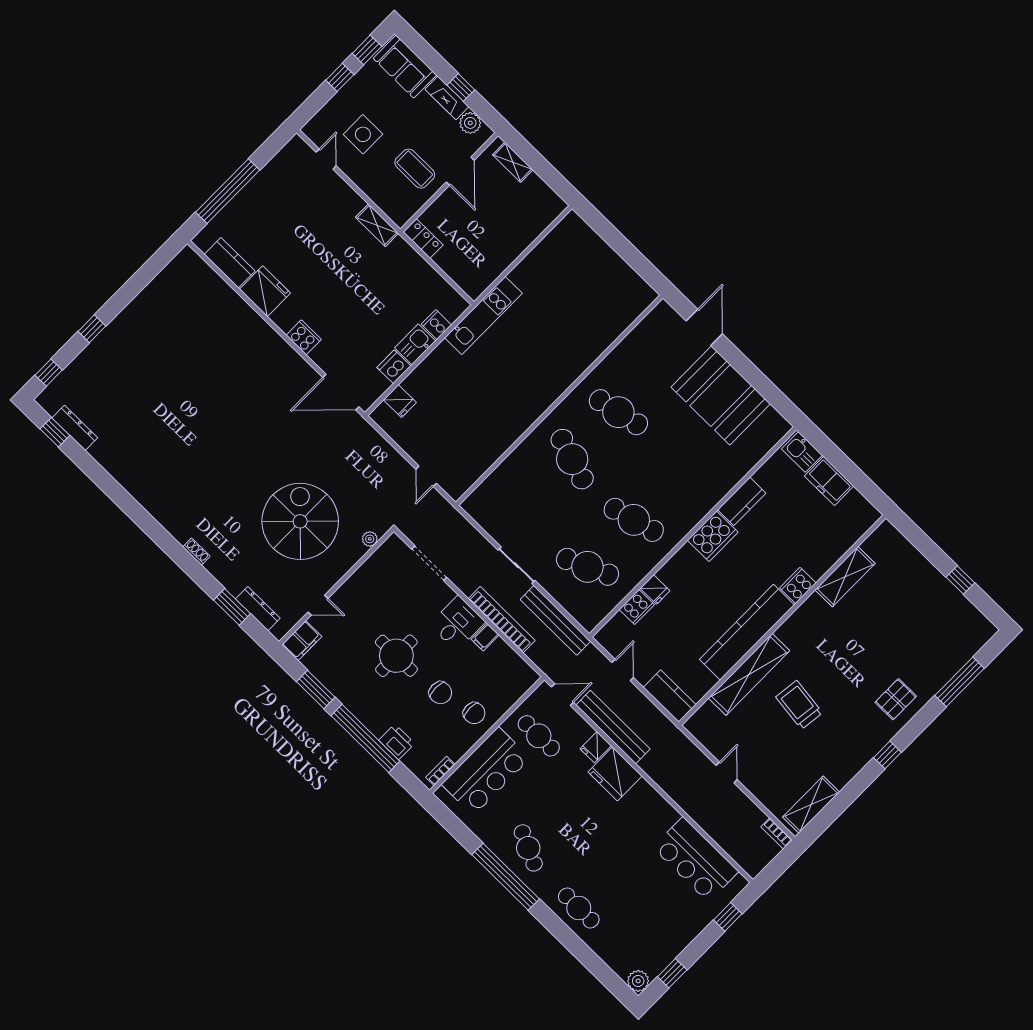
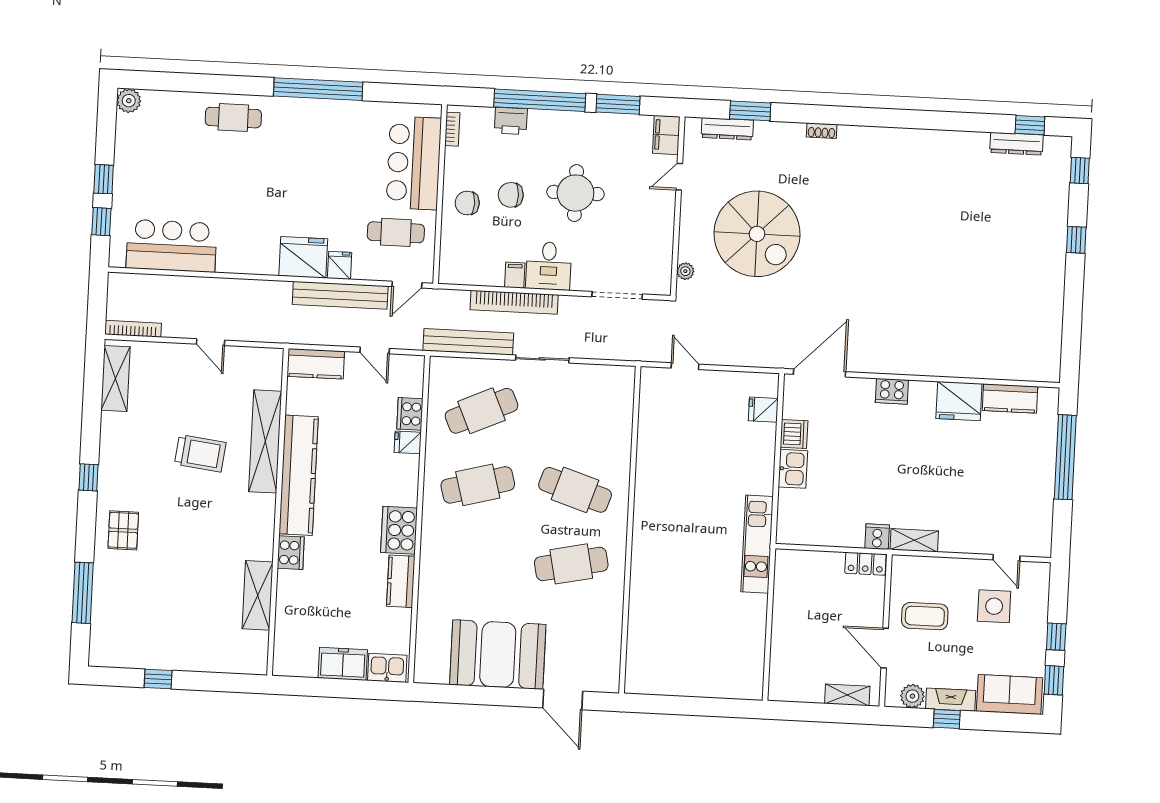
cooker: (436, 325) -> (877, 537), moved, turned -90
bookcase: (777, 833) -> (133, 329), width x1.56
cafe table: (528, 848) -> (321, 130), removed
window: (672, 973) -> (104, 179), moved

